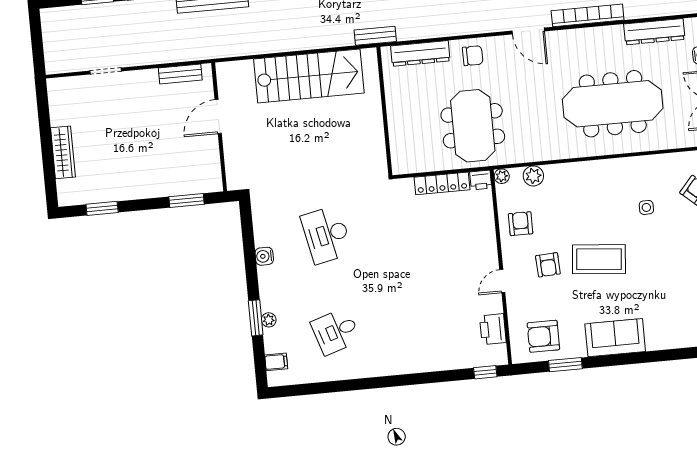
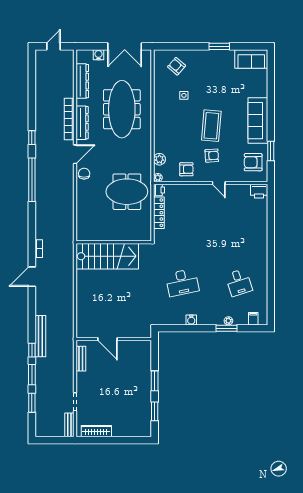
bench: (375, 36) -> (69, 425), moved
dresser: (420, 53) -> (82, 123), moved
chair: (473, 56) -> (84, 174), moved
stairs: (309, 76) -> (107, 256), moved, turned 90
wardrobe: (63, 152) -> (96, 431), moved
window: (187, 200) -> (155, 381), moved
armchair: (521, 224) -> (186, 169), turned 180
printer: (493, 329) -> (259, 191), moved
armchair: (543, 336) -> (253, 162), turned 90
sofa: (615, 338) -> (258, 121), width x1.36
window: (485, 372) -> (271, 198), removed

